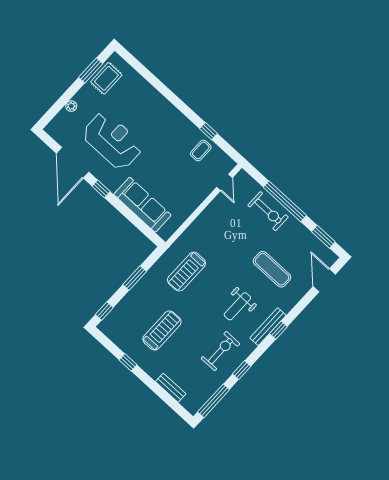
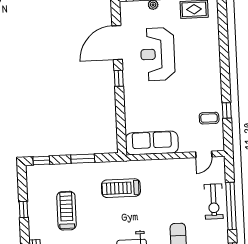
reception desk: (112, 141) -> (158, 54), turned 180
sofa: (142, 205) -> (152, 143), moved, turned -90
treadmill: (162, 331) -> (67, 211), turned -90

